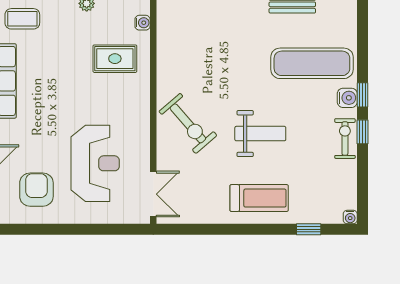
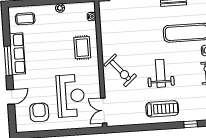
rug: (115, 59) -> (82, 48), moved, turned 90
weight bench: (260, 134) -> (160, 73), turned -90
double door: (153, 194) -> (104, 111), swing flipped

